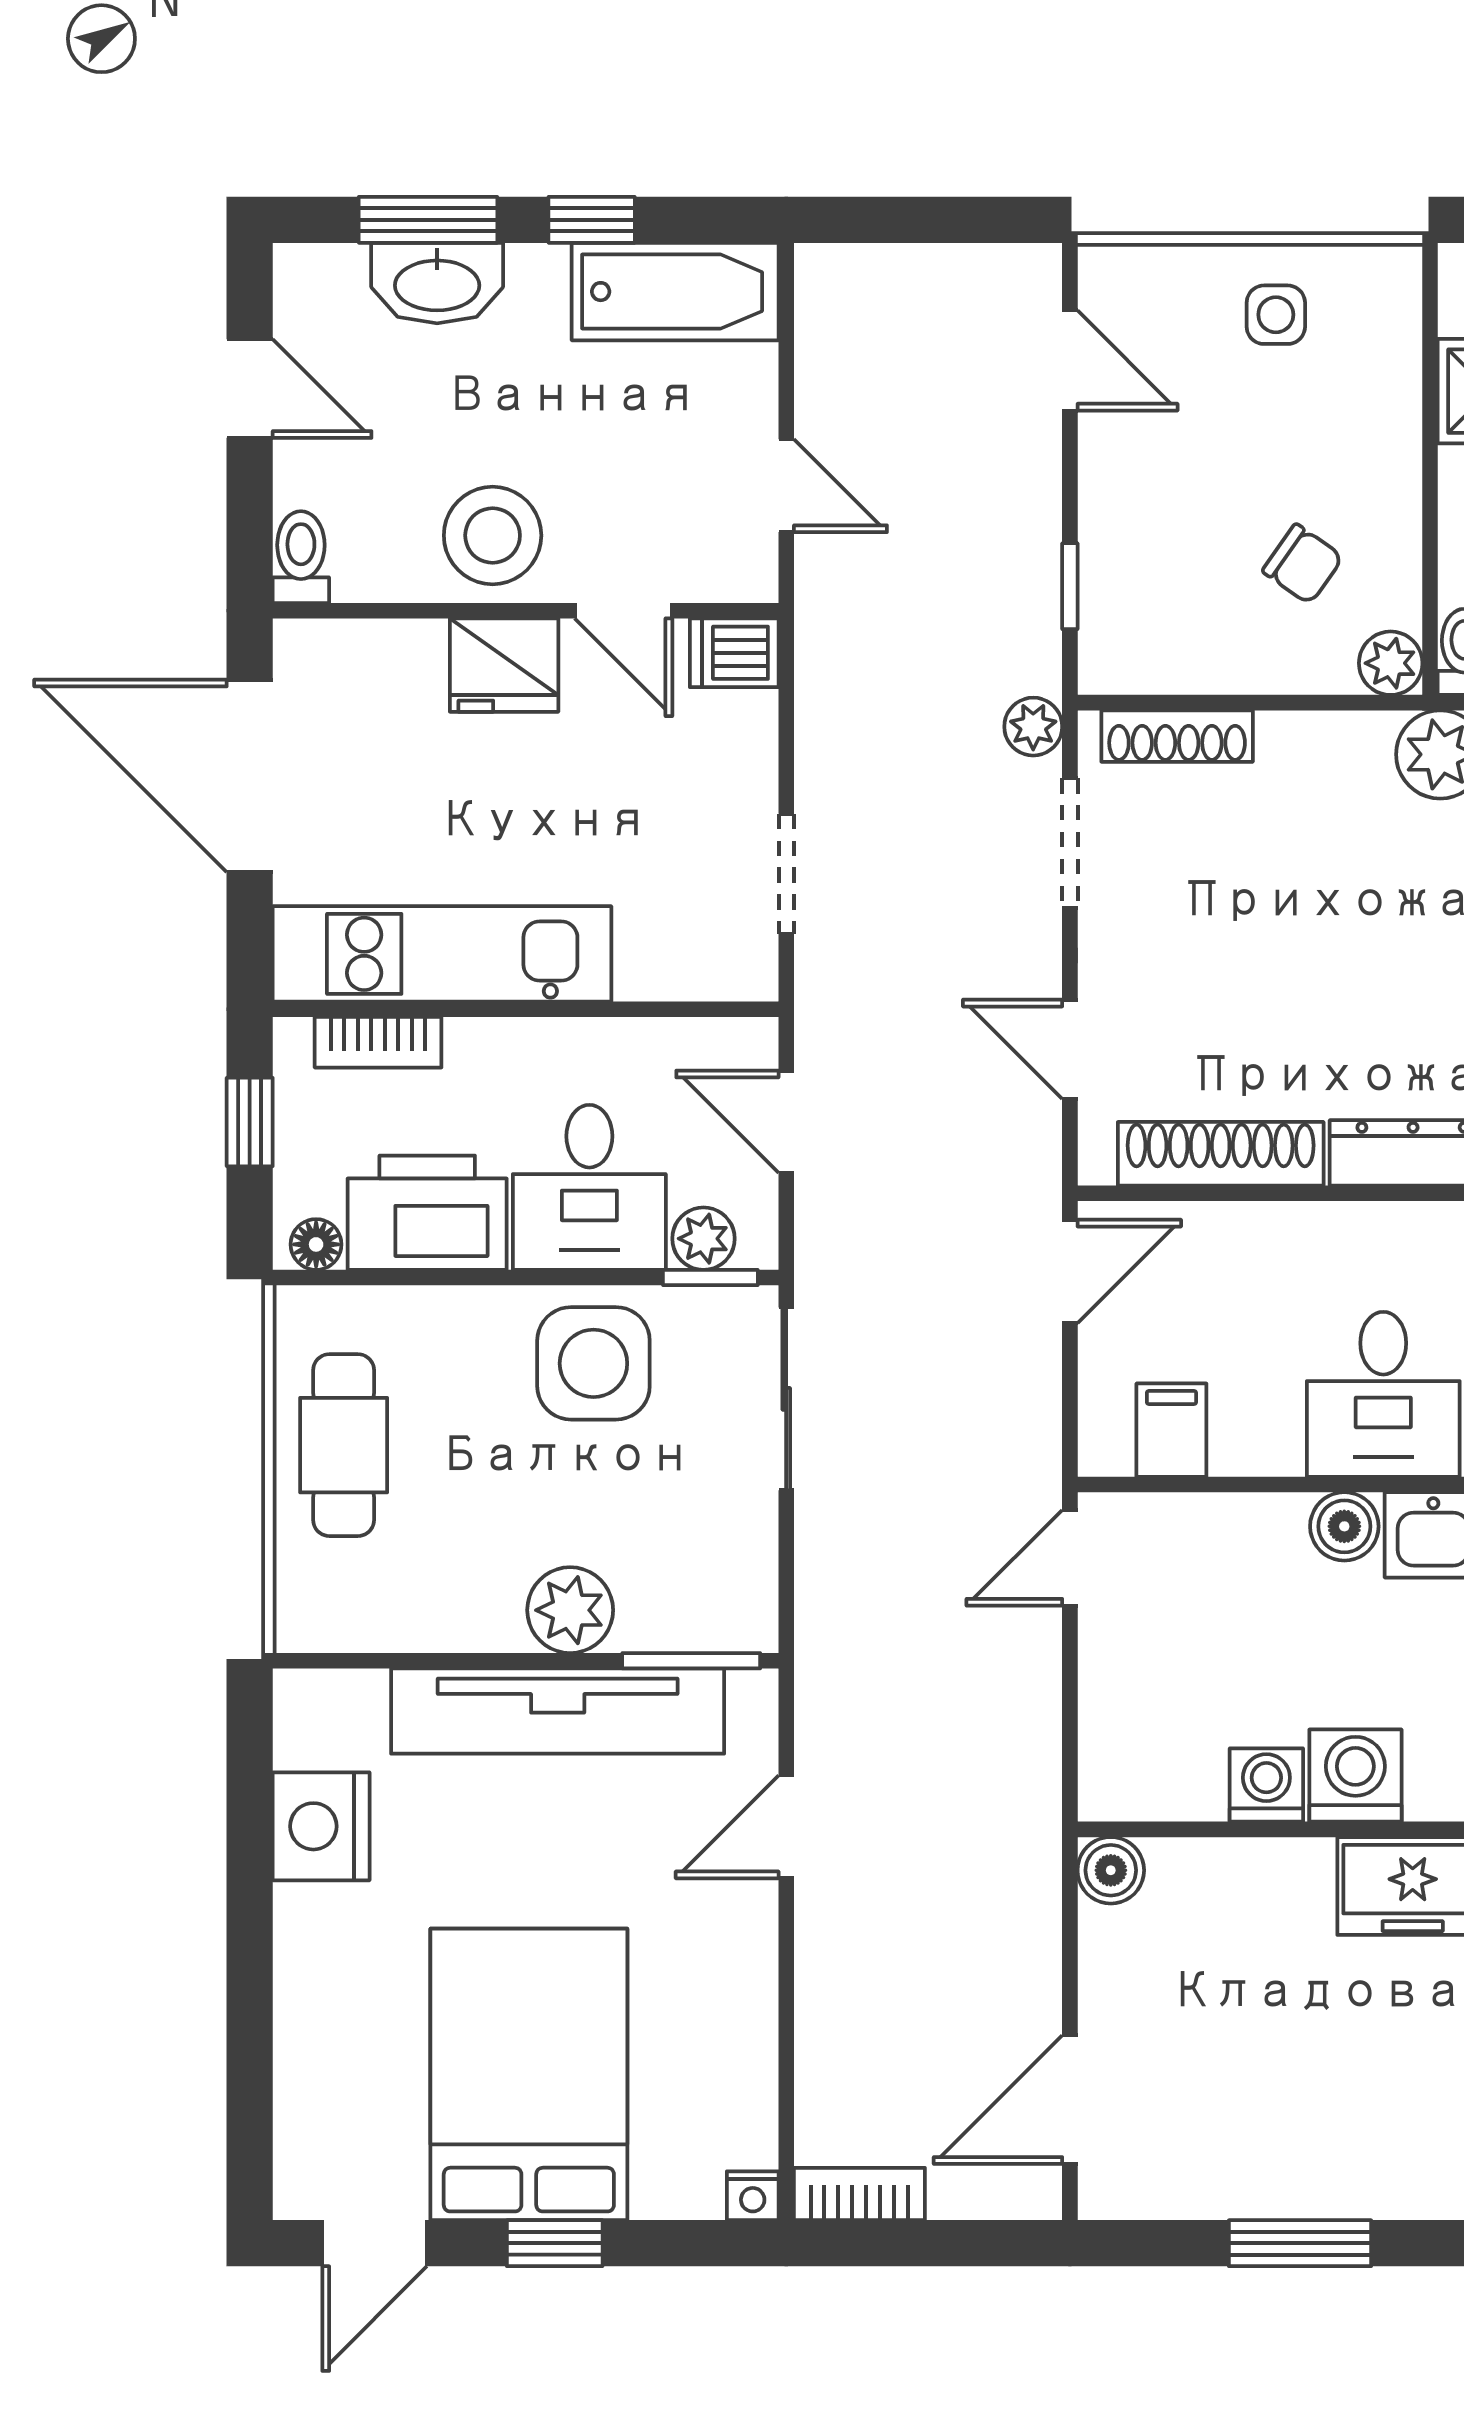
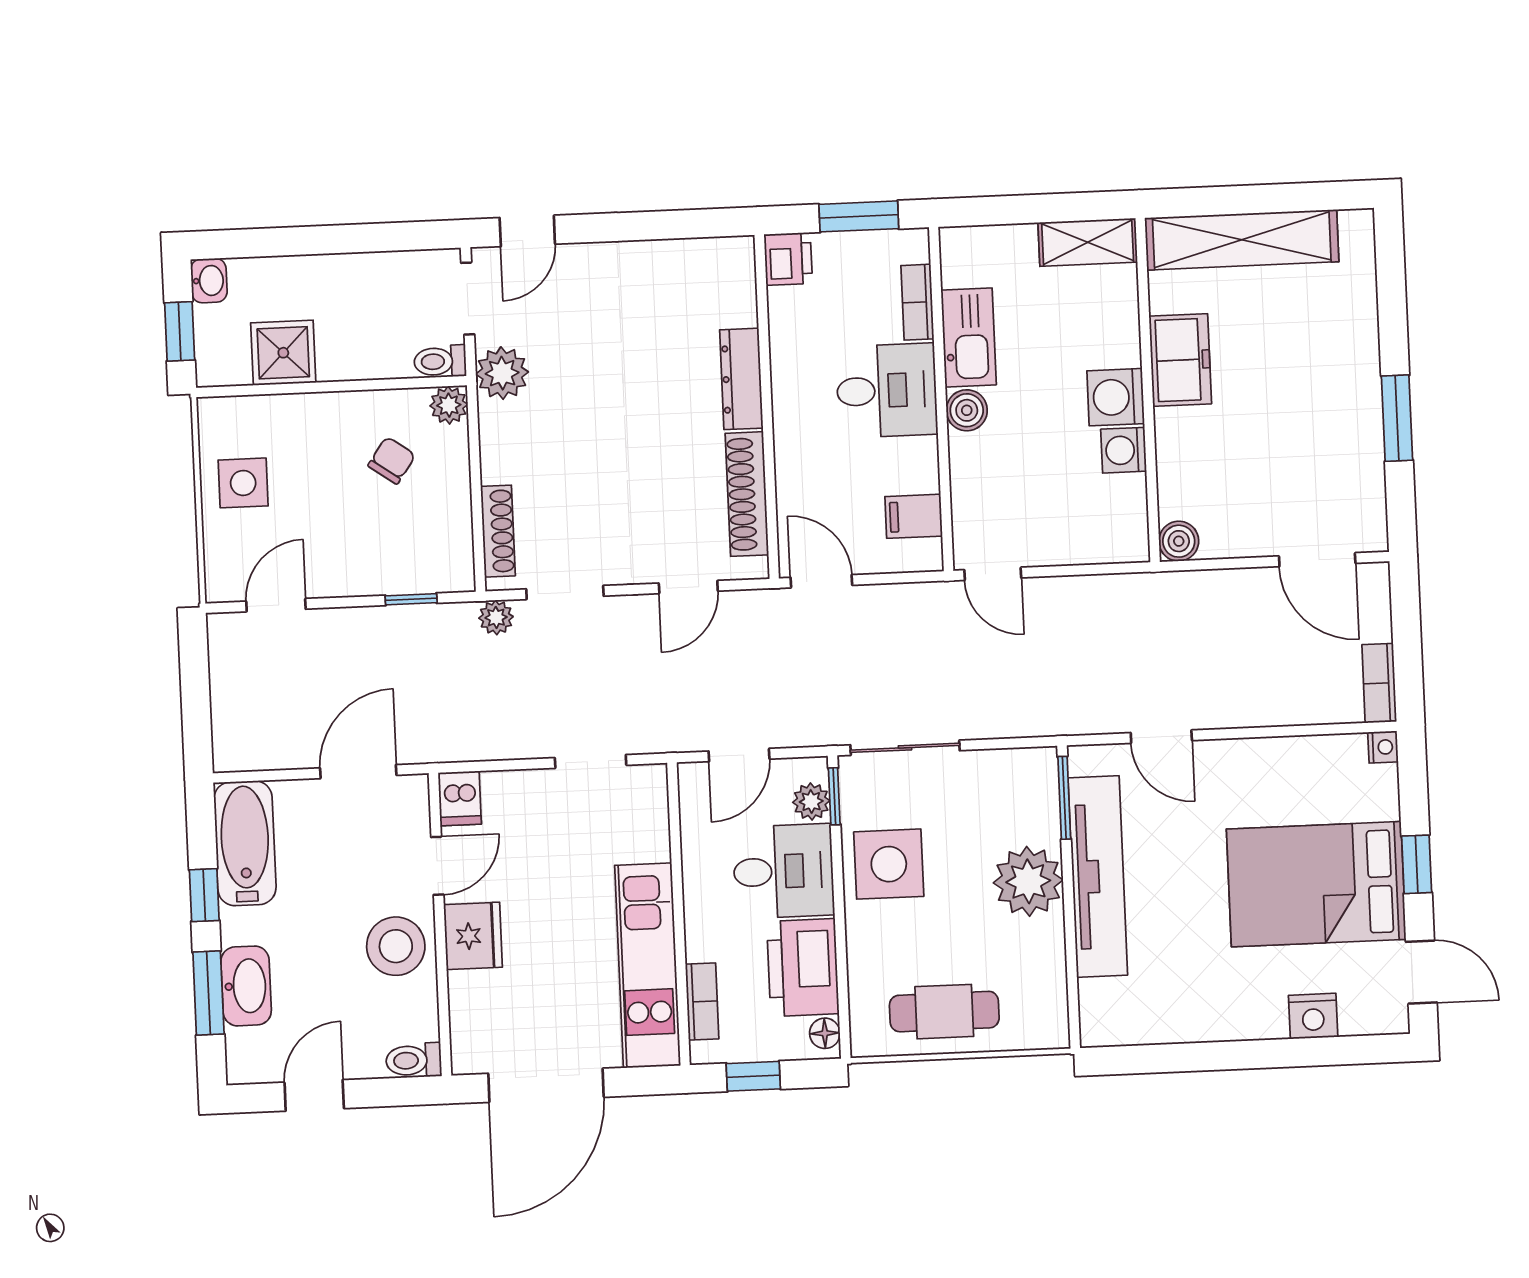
side table: (1276, 315) -> (243, 483), width x1.37, depth x1.37
door: (786, 486) -> (358, 772), width x1.38
plant: (570, 1610) -> (1028, 881), width x1.36, depth x1.36
nightstand: (321, 1826) -> (1313, 1016), moved, width x0.74, depth x0.75

